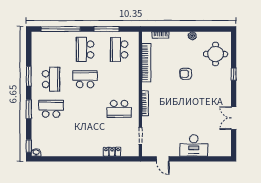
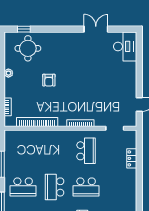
school desk: (119, 49) -> (86, 187), moved
window: (234, 74) -> (24, 29), moved
double door: (234, 118) -> (96, 29), swing flipped
desk: (194, 145) -> (125, 46), moved

